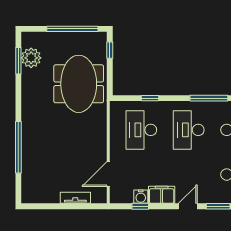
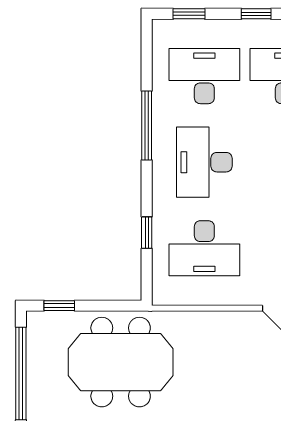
desk: (189, 130) -> (204, 162), turned 90

